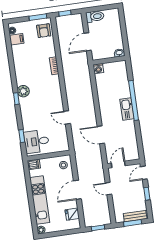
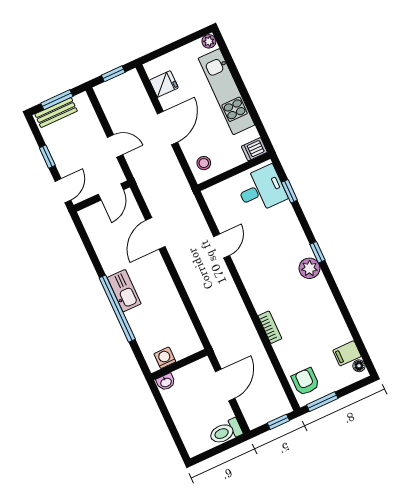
washing machine: (98, 69) -> (165, 358), moved
door: (67, 117) -> (222, 246), hinge flipped
door: (101, 135) -> (155, 233), swing flipped

